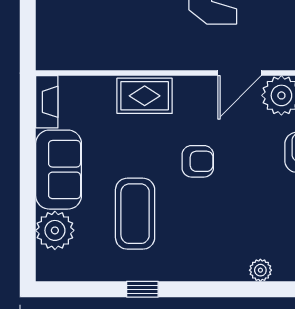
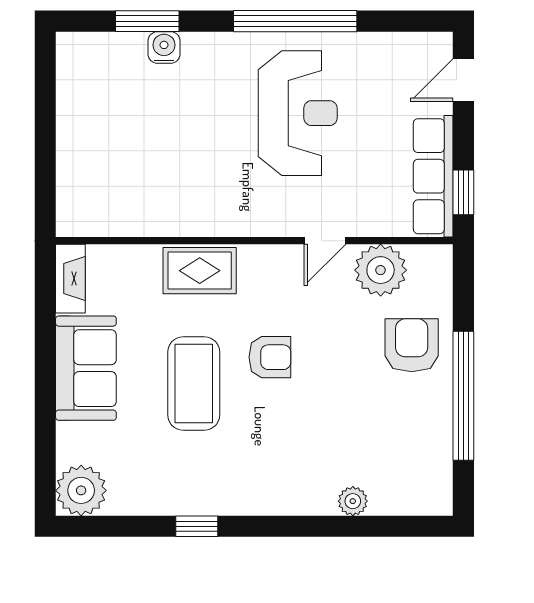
door: (239, 73) -> (325, 241), width x0.73
coffee table: (135, 214) -> (194, 384), moved
plant: (55, 230) -> (81, 490), moved

